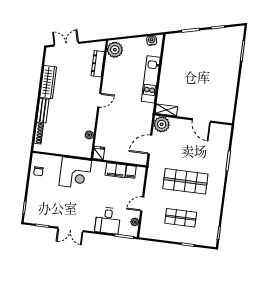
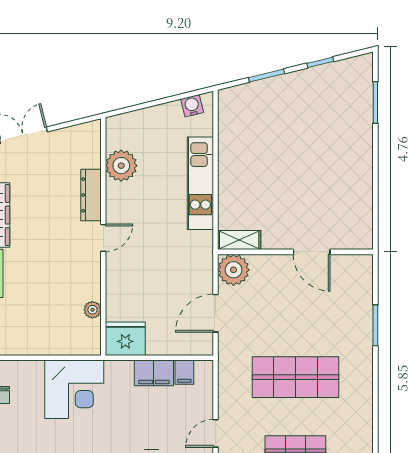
plant: (115, 50) -> (121, 166), moved
dresser: (98, 64) -> (91, 195), moved
fridge: (99, 153) -> (125, 339), width x1.88, depth x1.34

